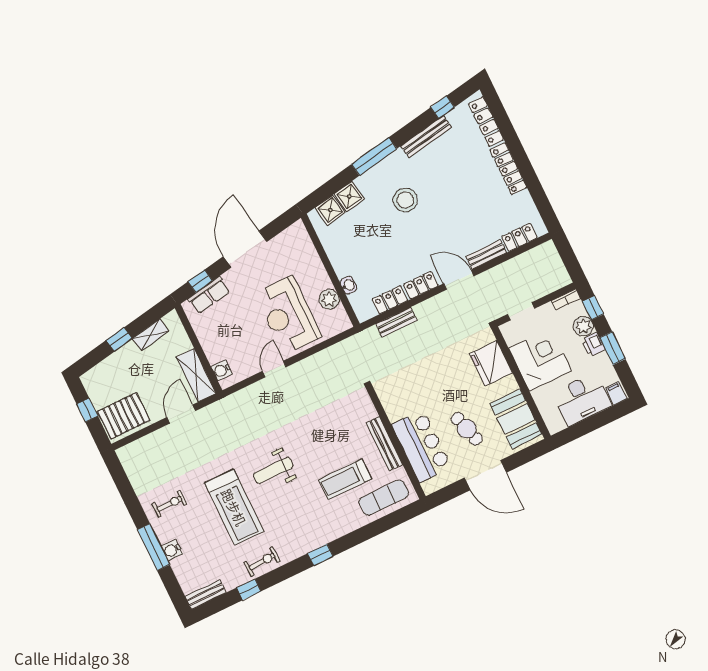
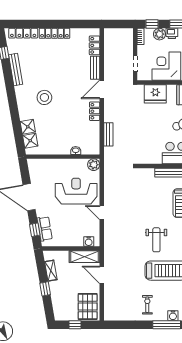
window: (374, 156) -> (13, 103), removed
plant: (329, 299) -> (94, 165), moved
locker: (390, 300) -> (95, 132), removed
reception desk: (288, 315) -> (76, 191), turned 180

